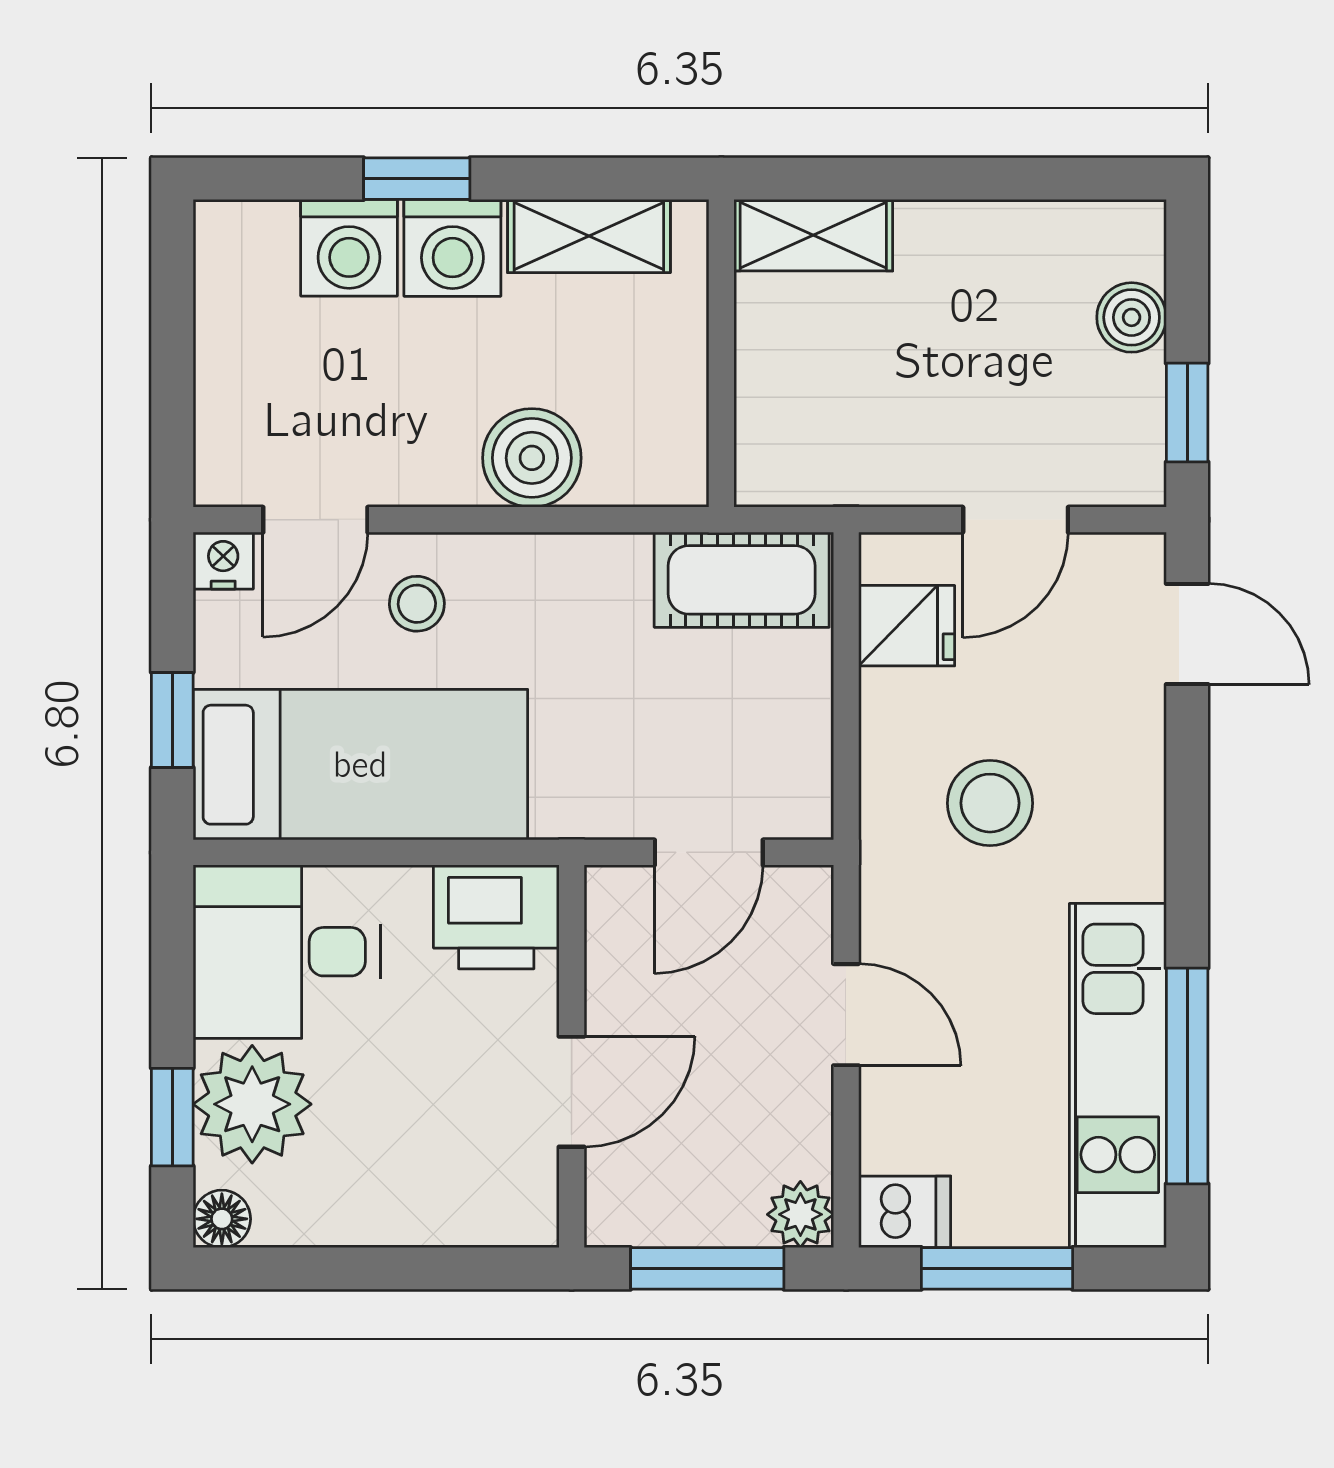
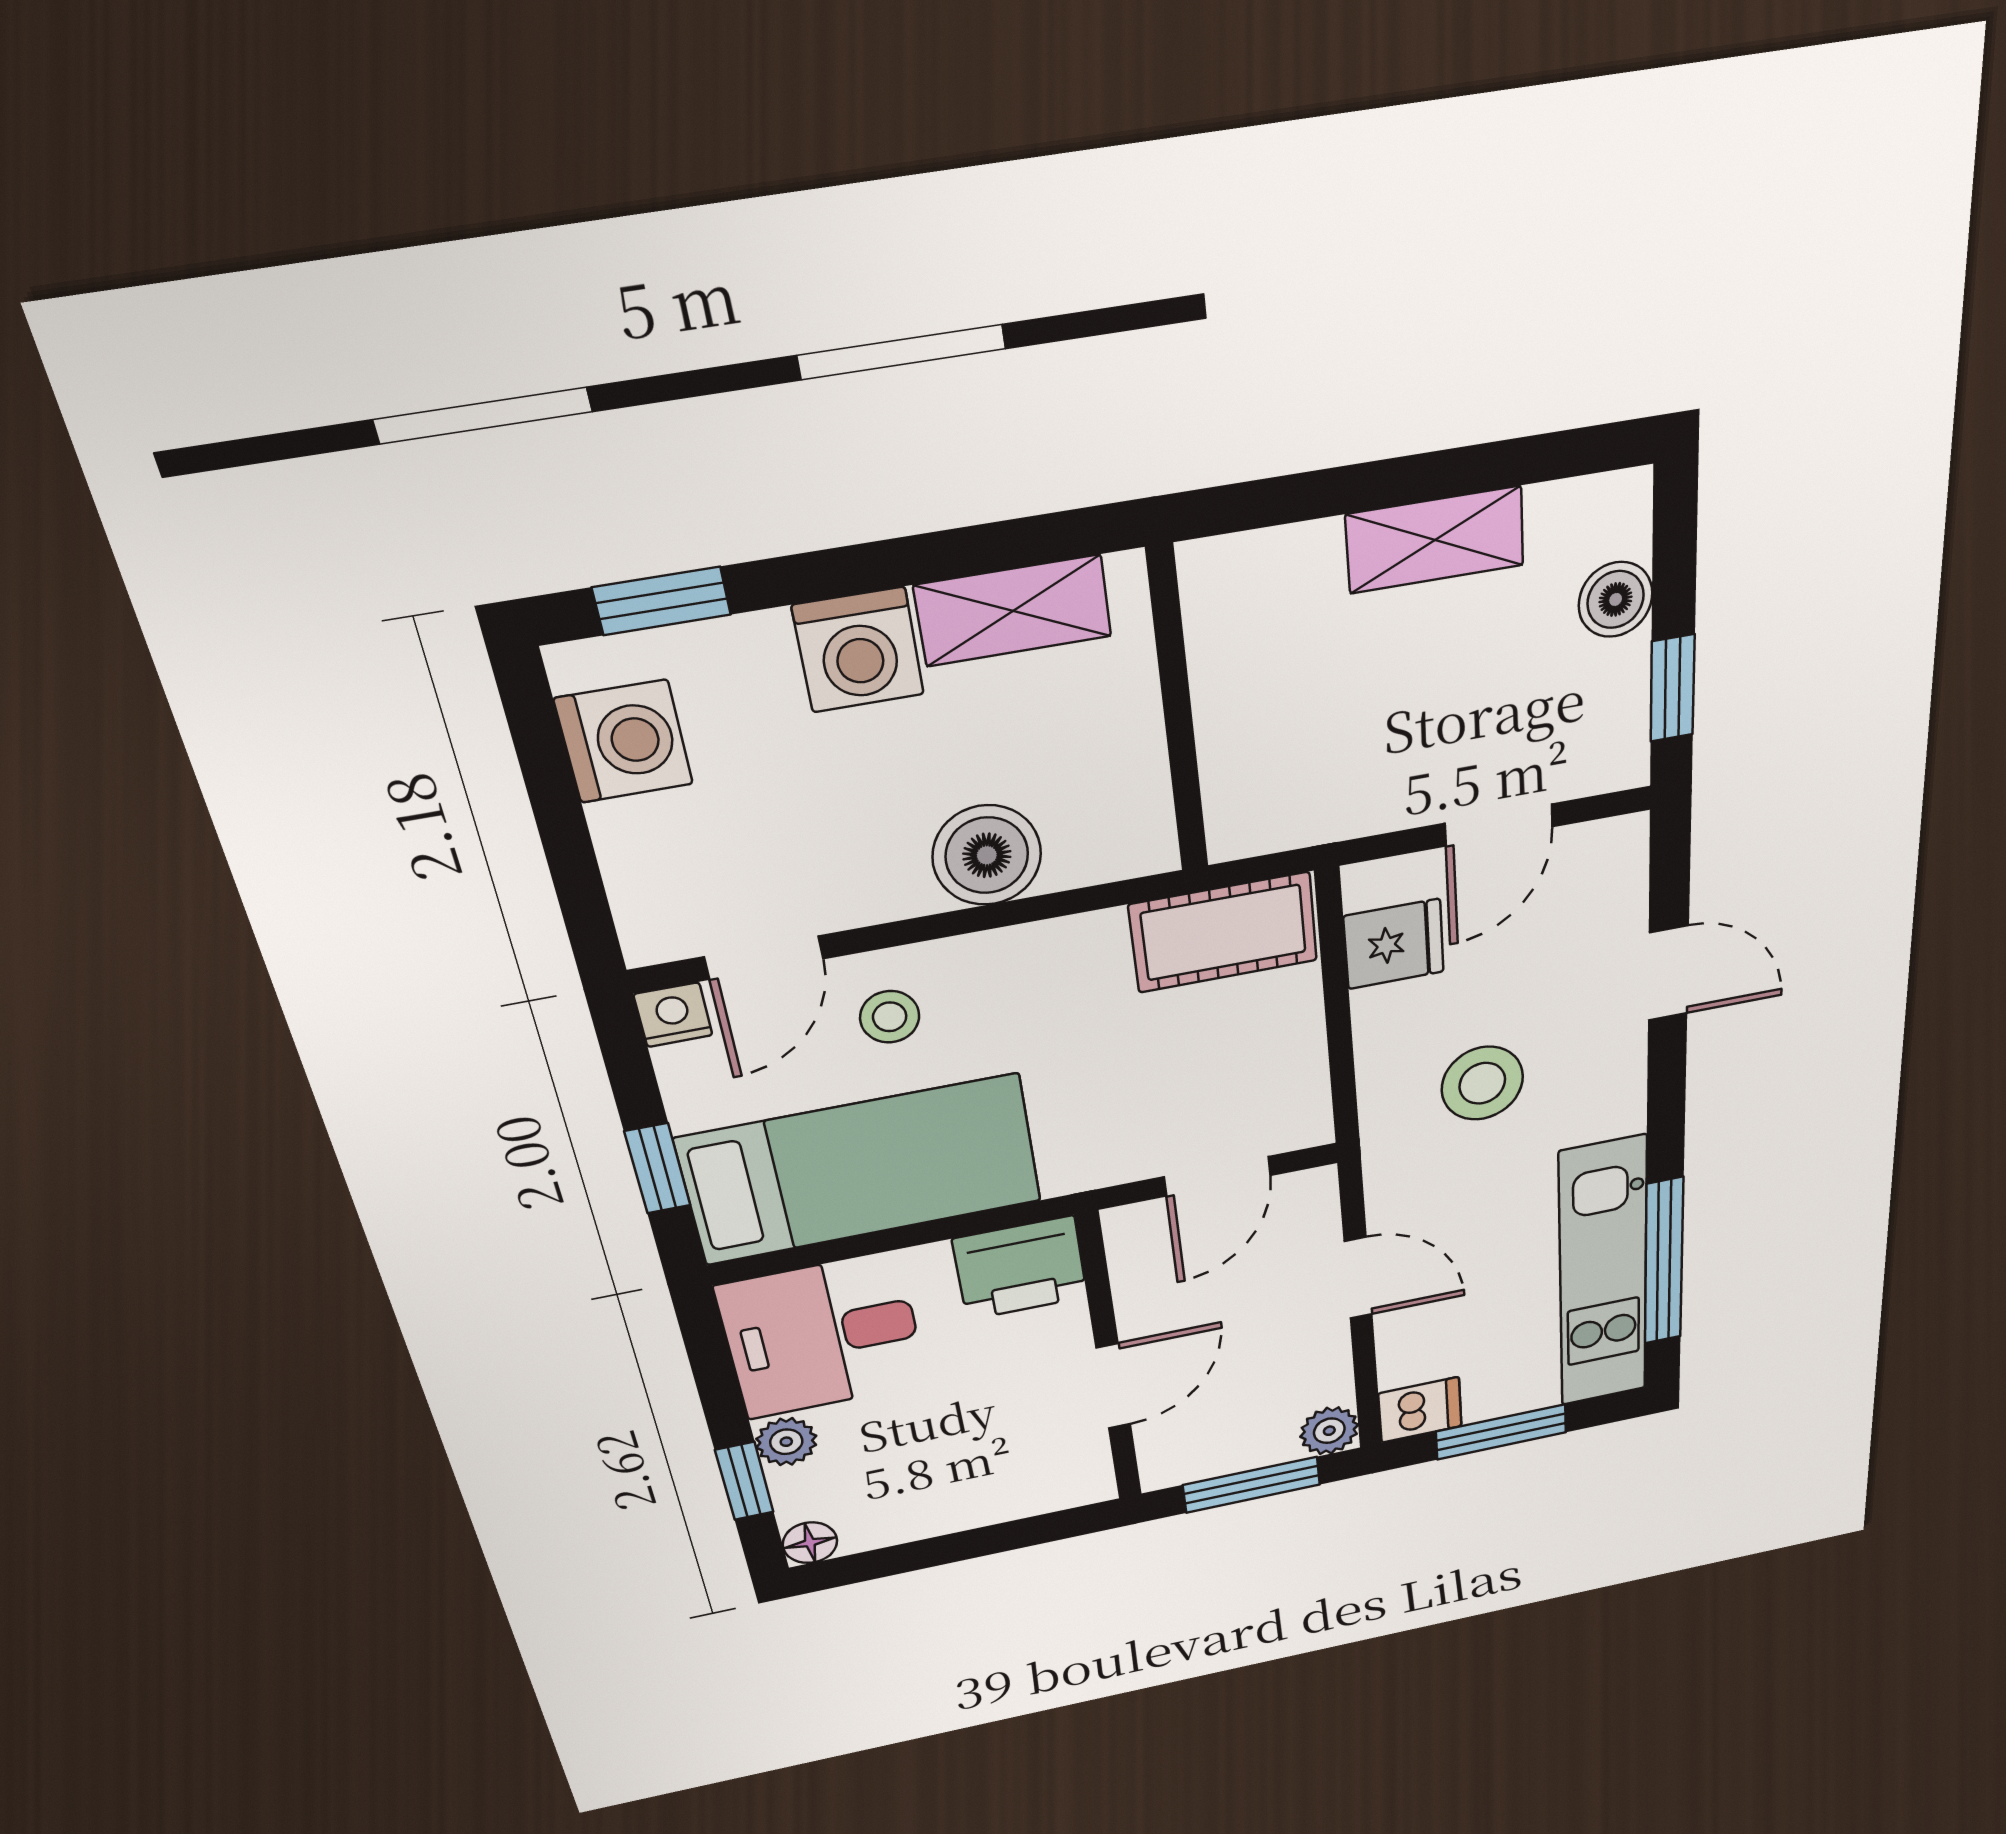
window: (417, 179) -> (662, 601), moved
shelving: (813, 235) -> (1435, 540), moved
washing machine: (349, 248) -> (624, 742), moved, turned -90
door: (1187, 634) -> (1668, 973), moved
plant: (252, 1104) -> (786, 1442), width x0.53, depth x0.53

